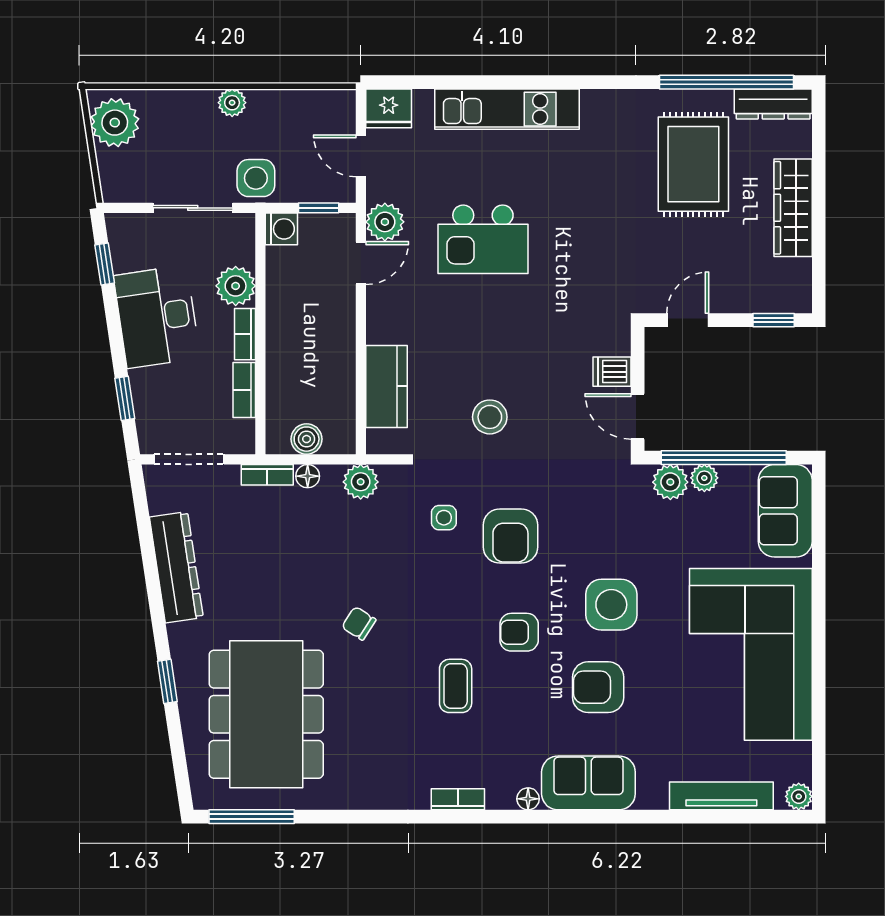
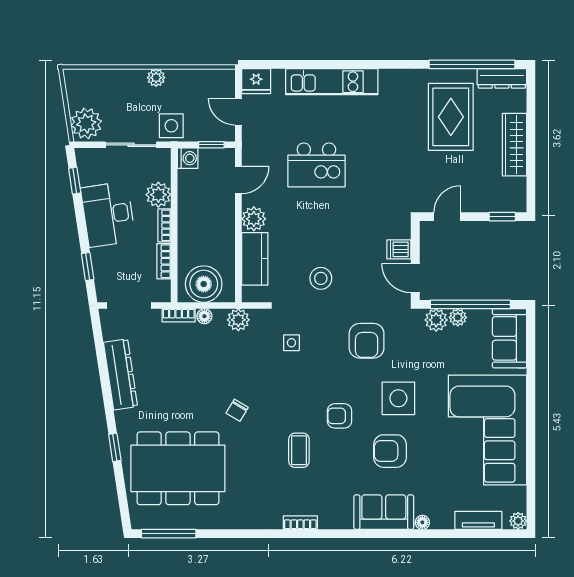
plant: (115, 123) -> (86, 123), moved
plant: (385, 222) -> (254, 219), moved
boiler: (307, 439) -> (204, 284), width x1.86, depth x1.86
armchair: (510, 536) -> (367, 341), moved
chair: (359, 623) -> (237, 410), turned -92
dining table: (266, 714) -> (178, 468), turned 90
tv unit: (721, 796) -> (478, 520), width x0.71
floor lamp: (528, 799) -> (422, 522), moved

